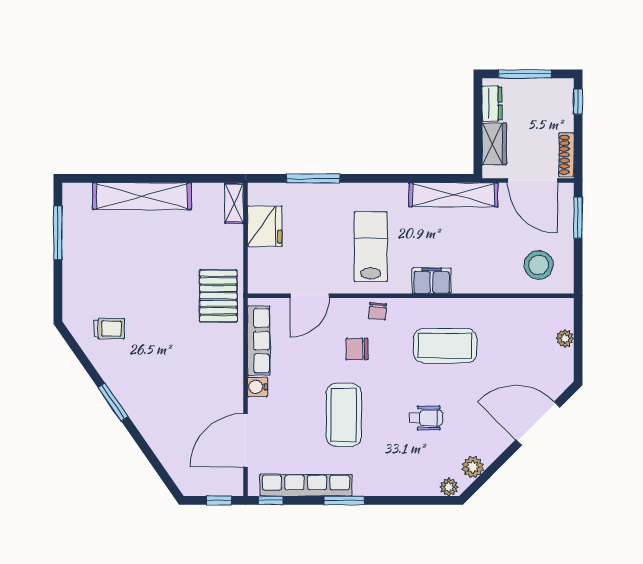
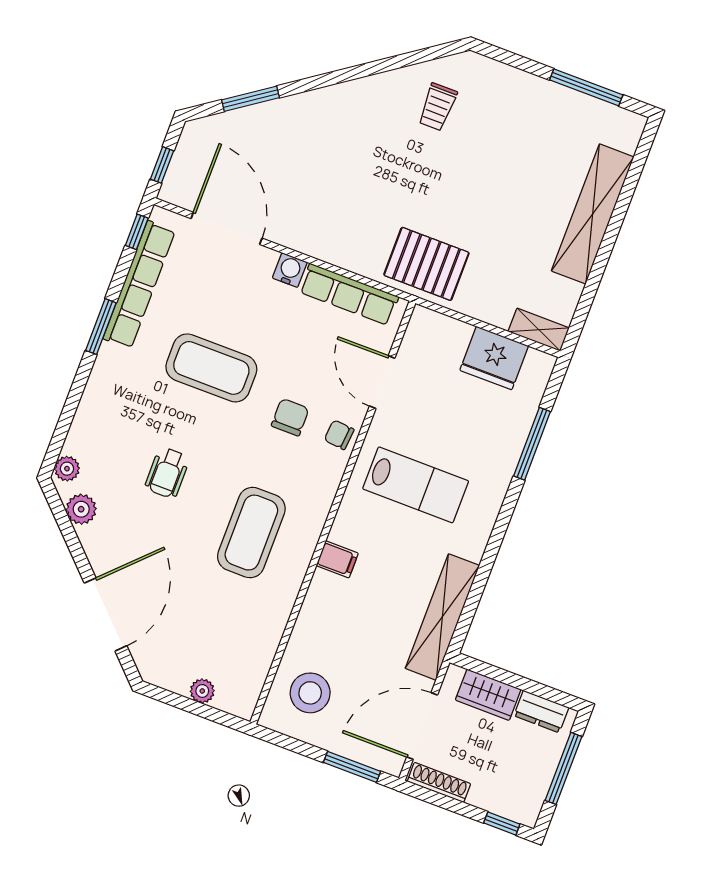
filing cabinet: (432, 281) -> (337, 559), width x0.50
chair: (378, 311) -> (339, 435), moved
window: (113, 402) -> (250, 99), moved

